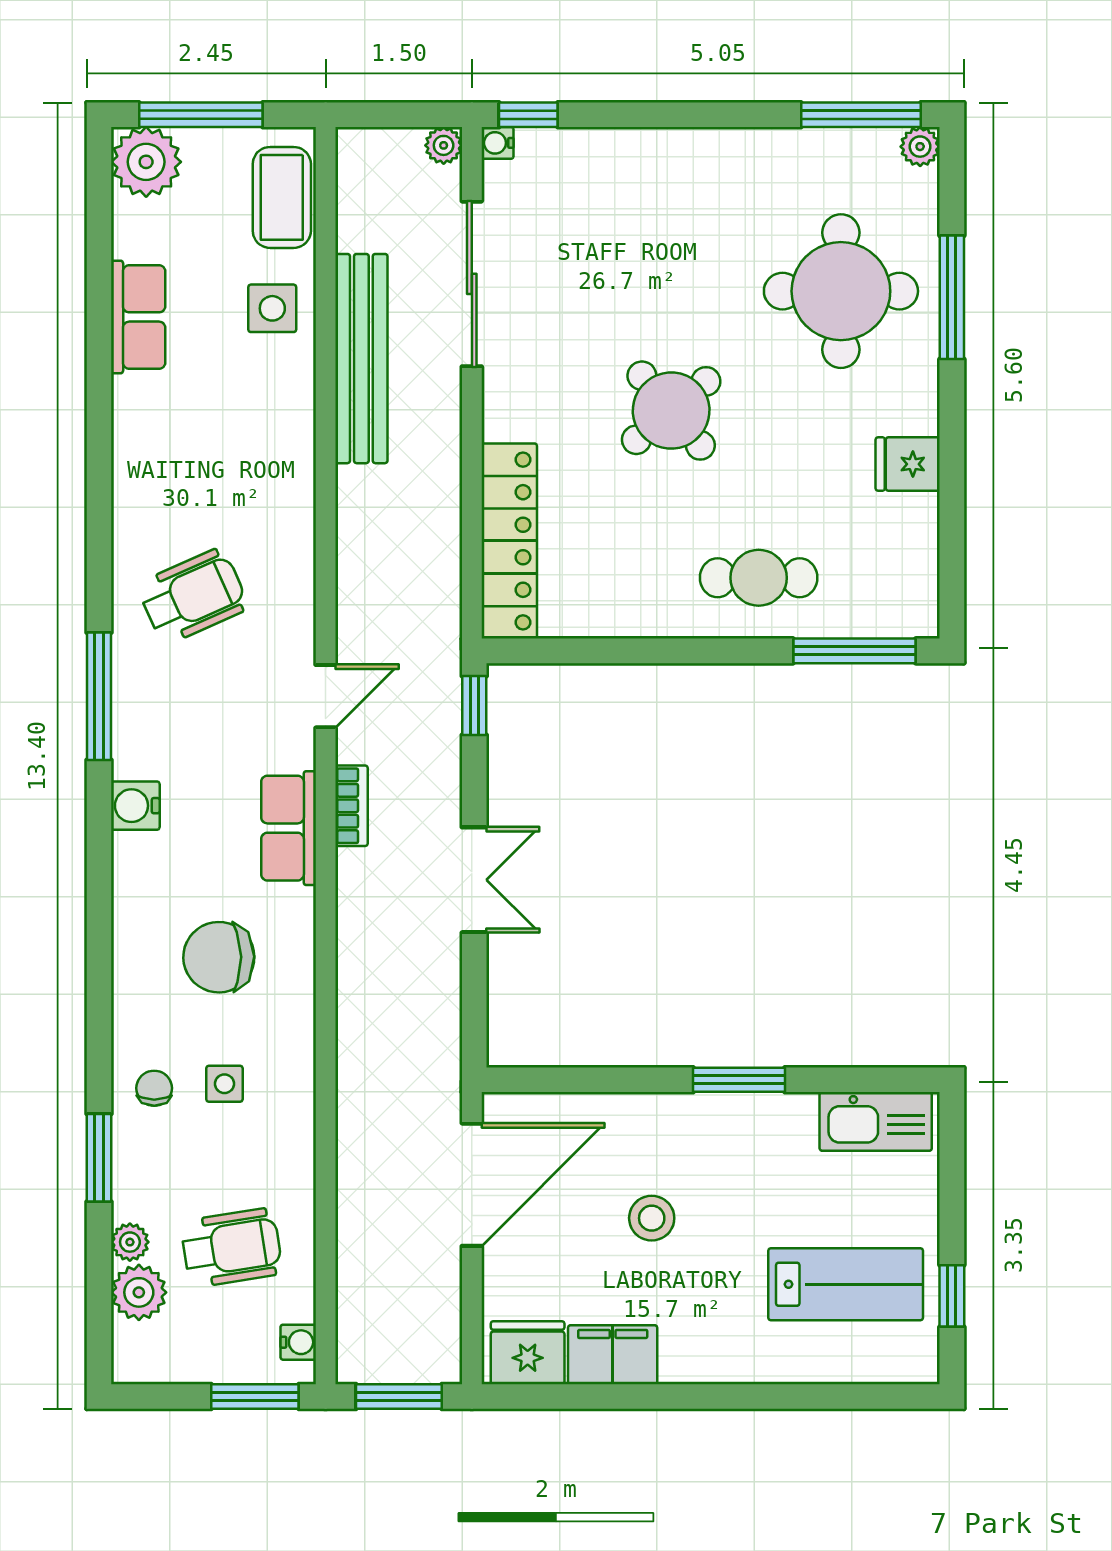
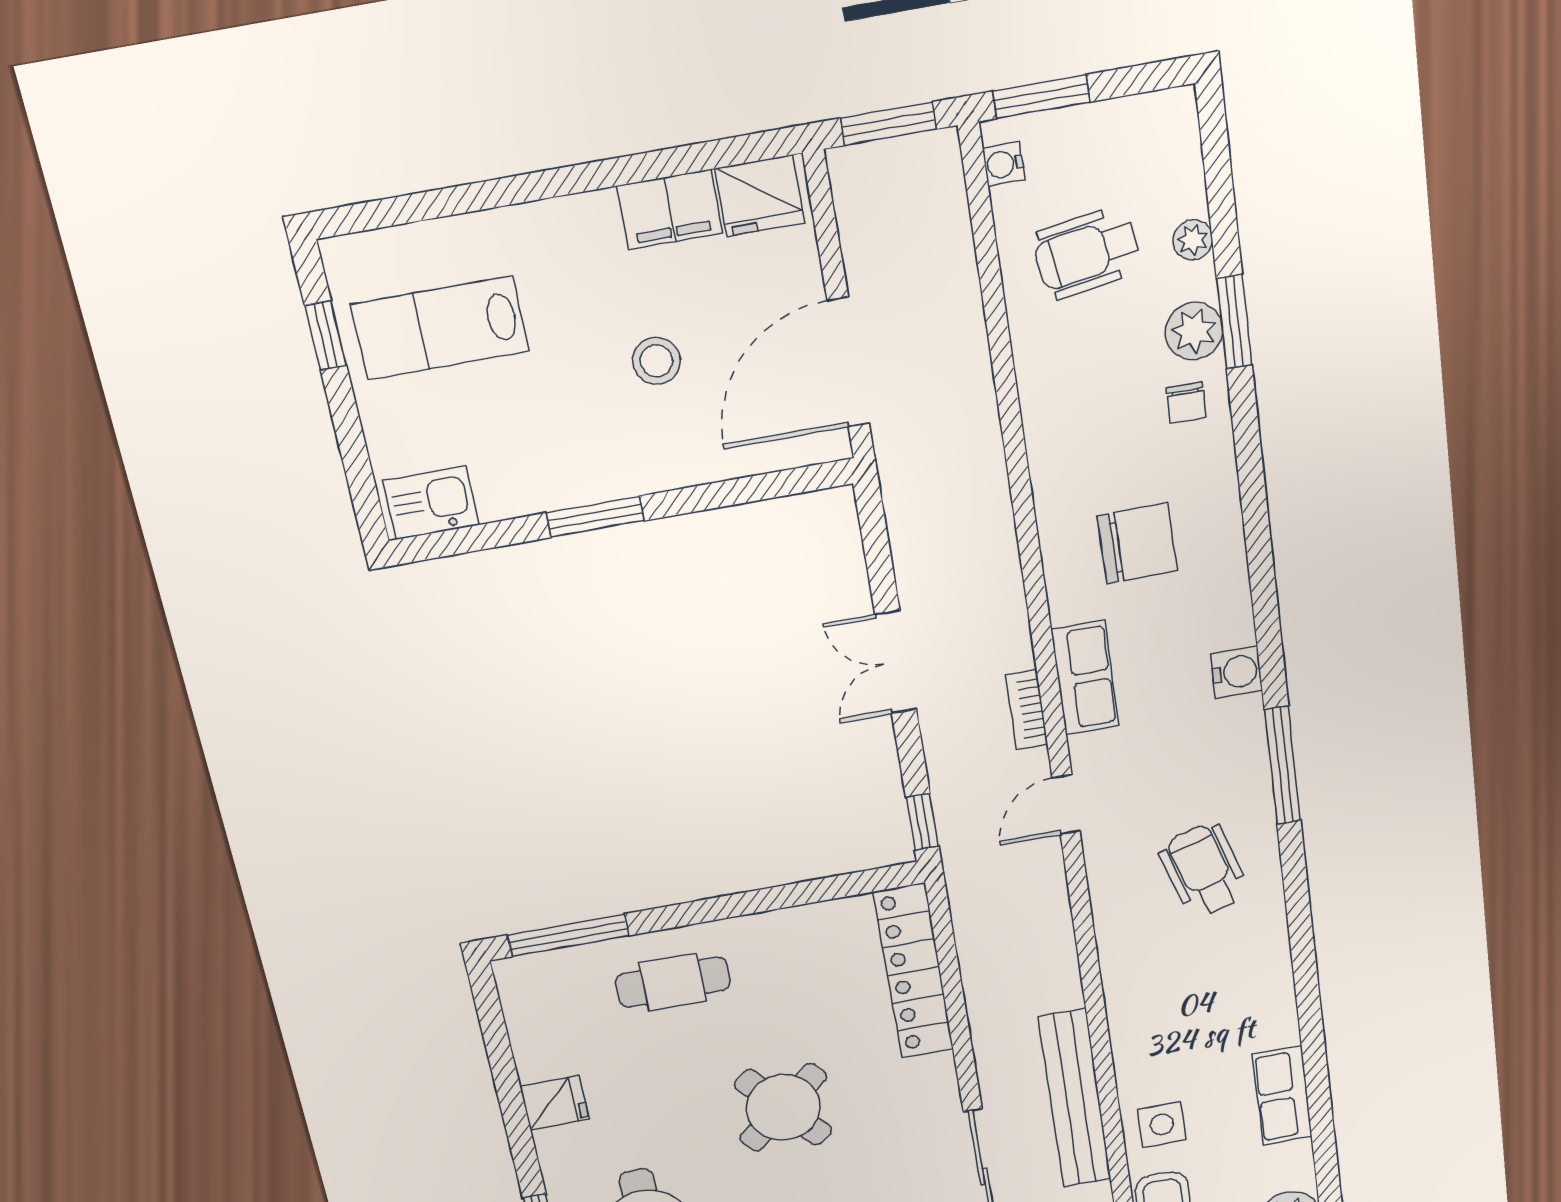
wheelchair: (193, 596) -> (1204, 870), turned 97
side table: (224, 1084) -> (1116, 420), removed
kitchen sink: (876, 1121) -> (431, 503), width x0.73
plant: (139, 1292) -> (1194, 331), moved

